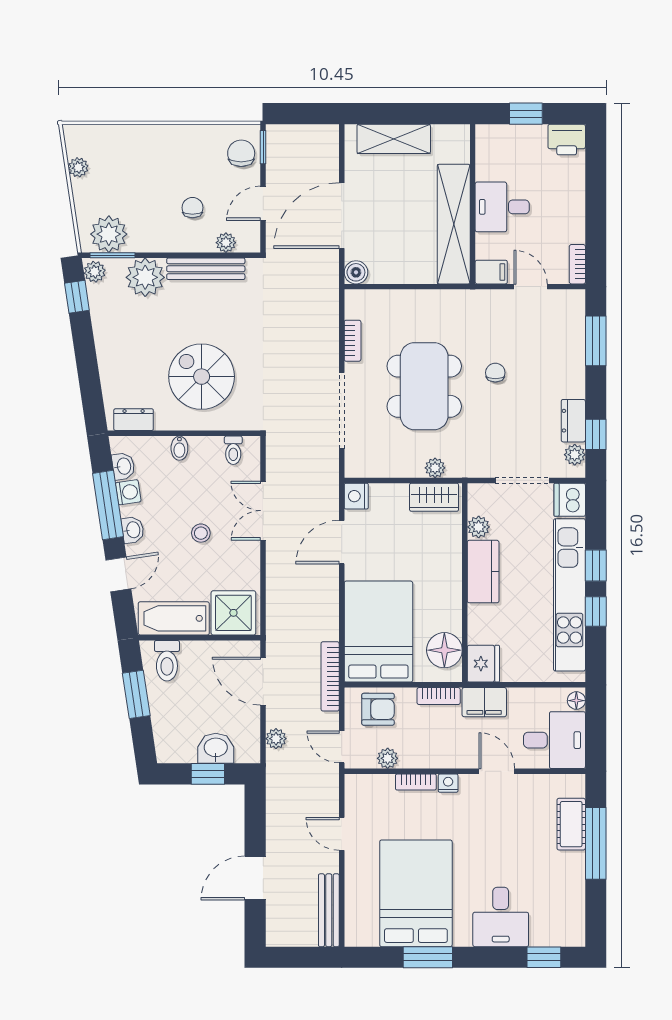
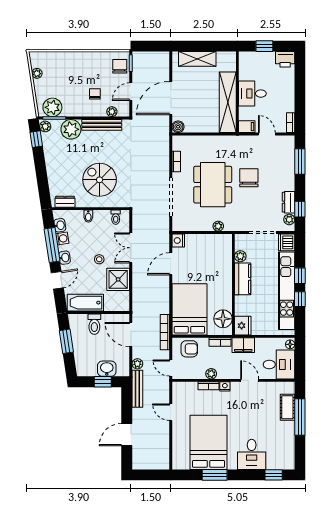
chair: (495, 373) -> (249, 178), width x1.87, depth x1.87
wardrobe: (434, 497) -> (218, 241), removed
shower: (233, 613) -> (118, 279), moved
toilet: (167, 661) -> (94, 324), moved
plant: (388, 758) -> (211, 374), moved
bench: (329, 910) -> (137, 389), moved

